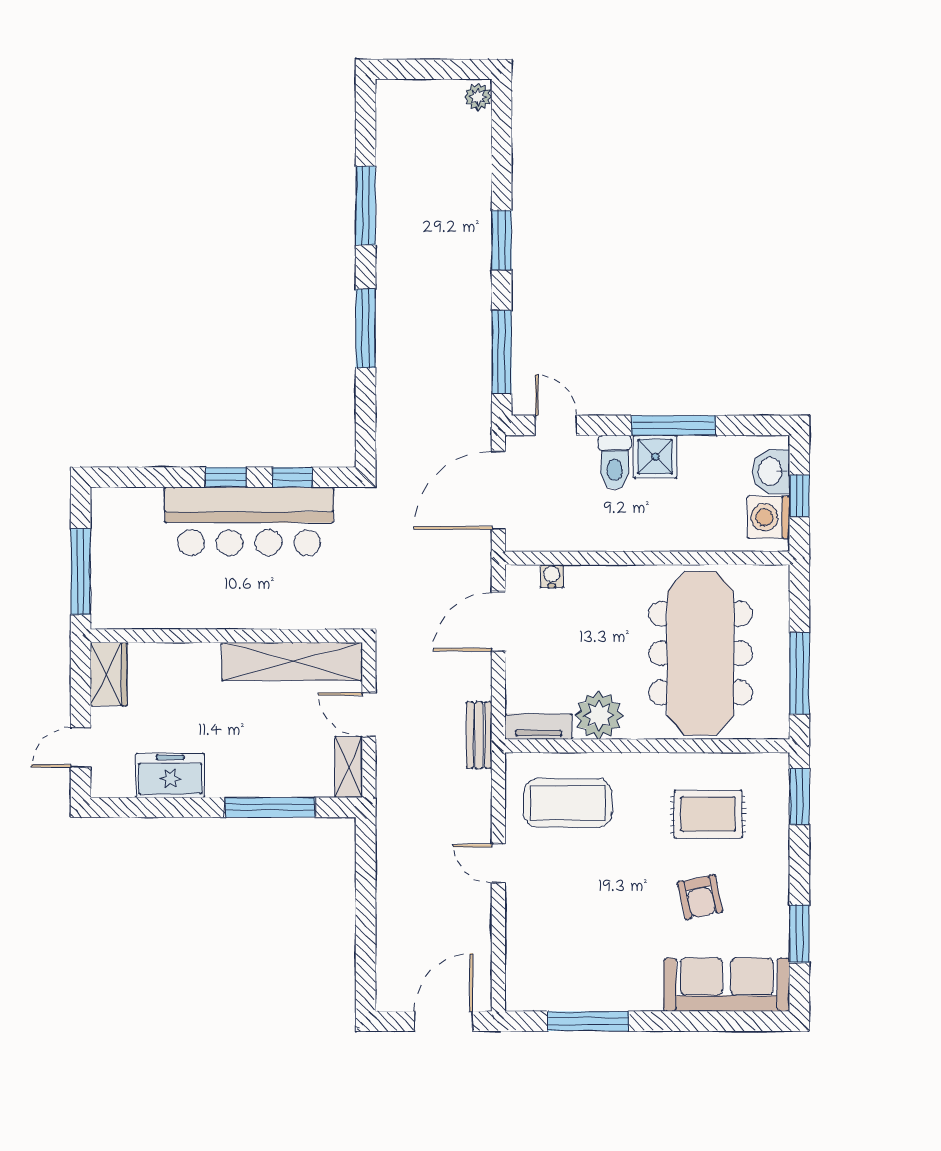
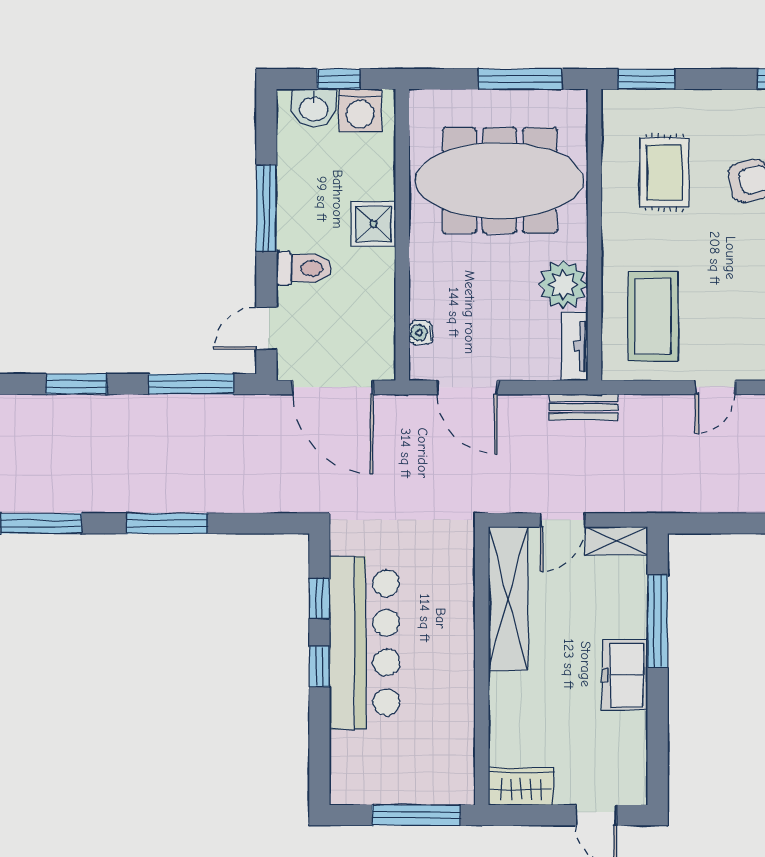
shower: (655, 457) -> (374, 224), moved
freezer: (170, 776) -> (625, 675), moved

